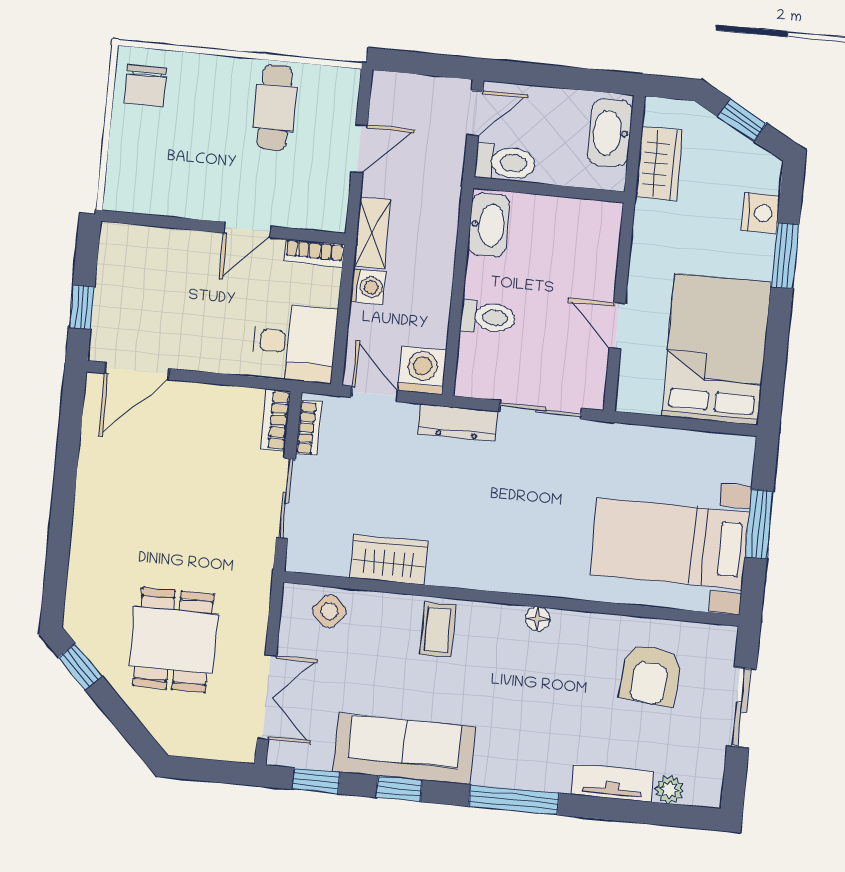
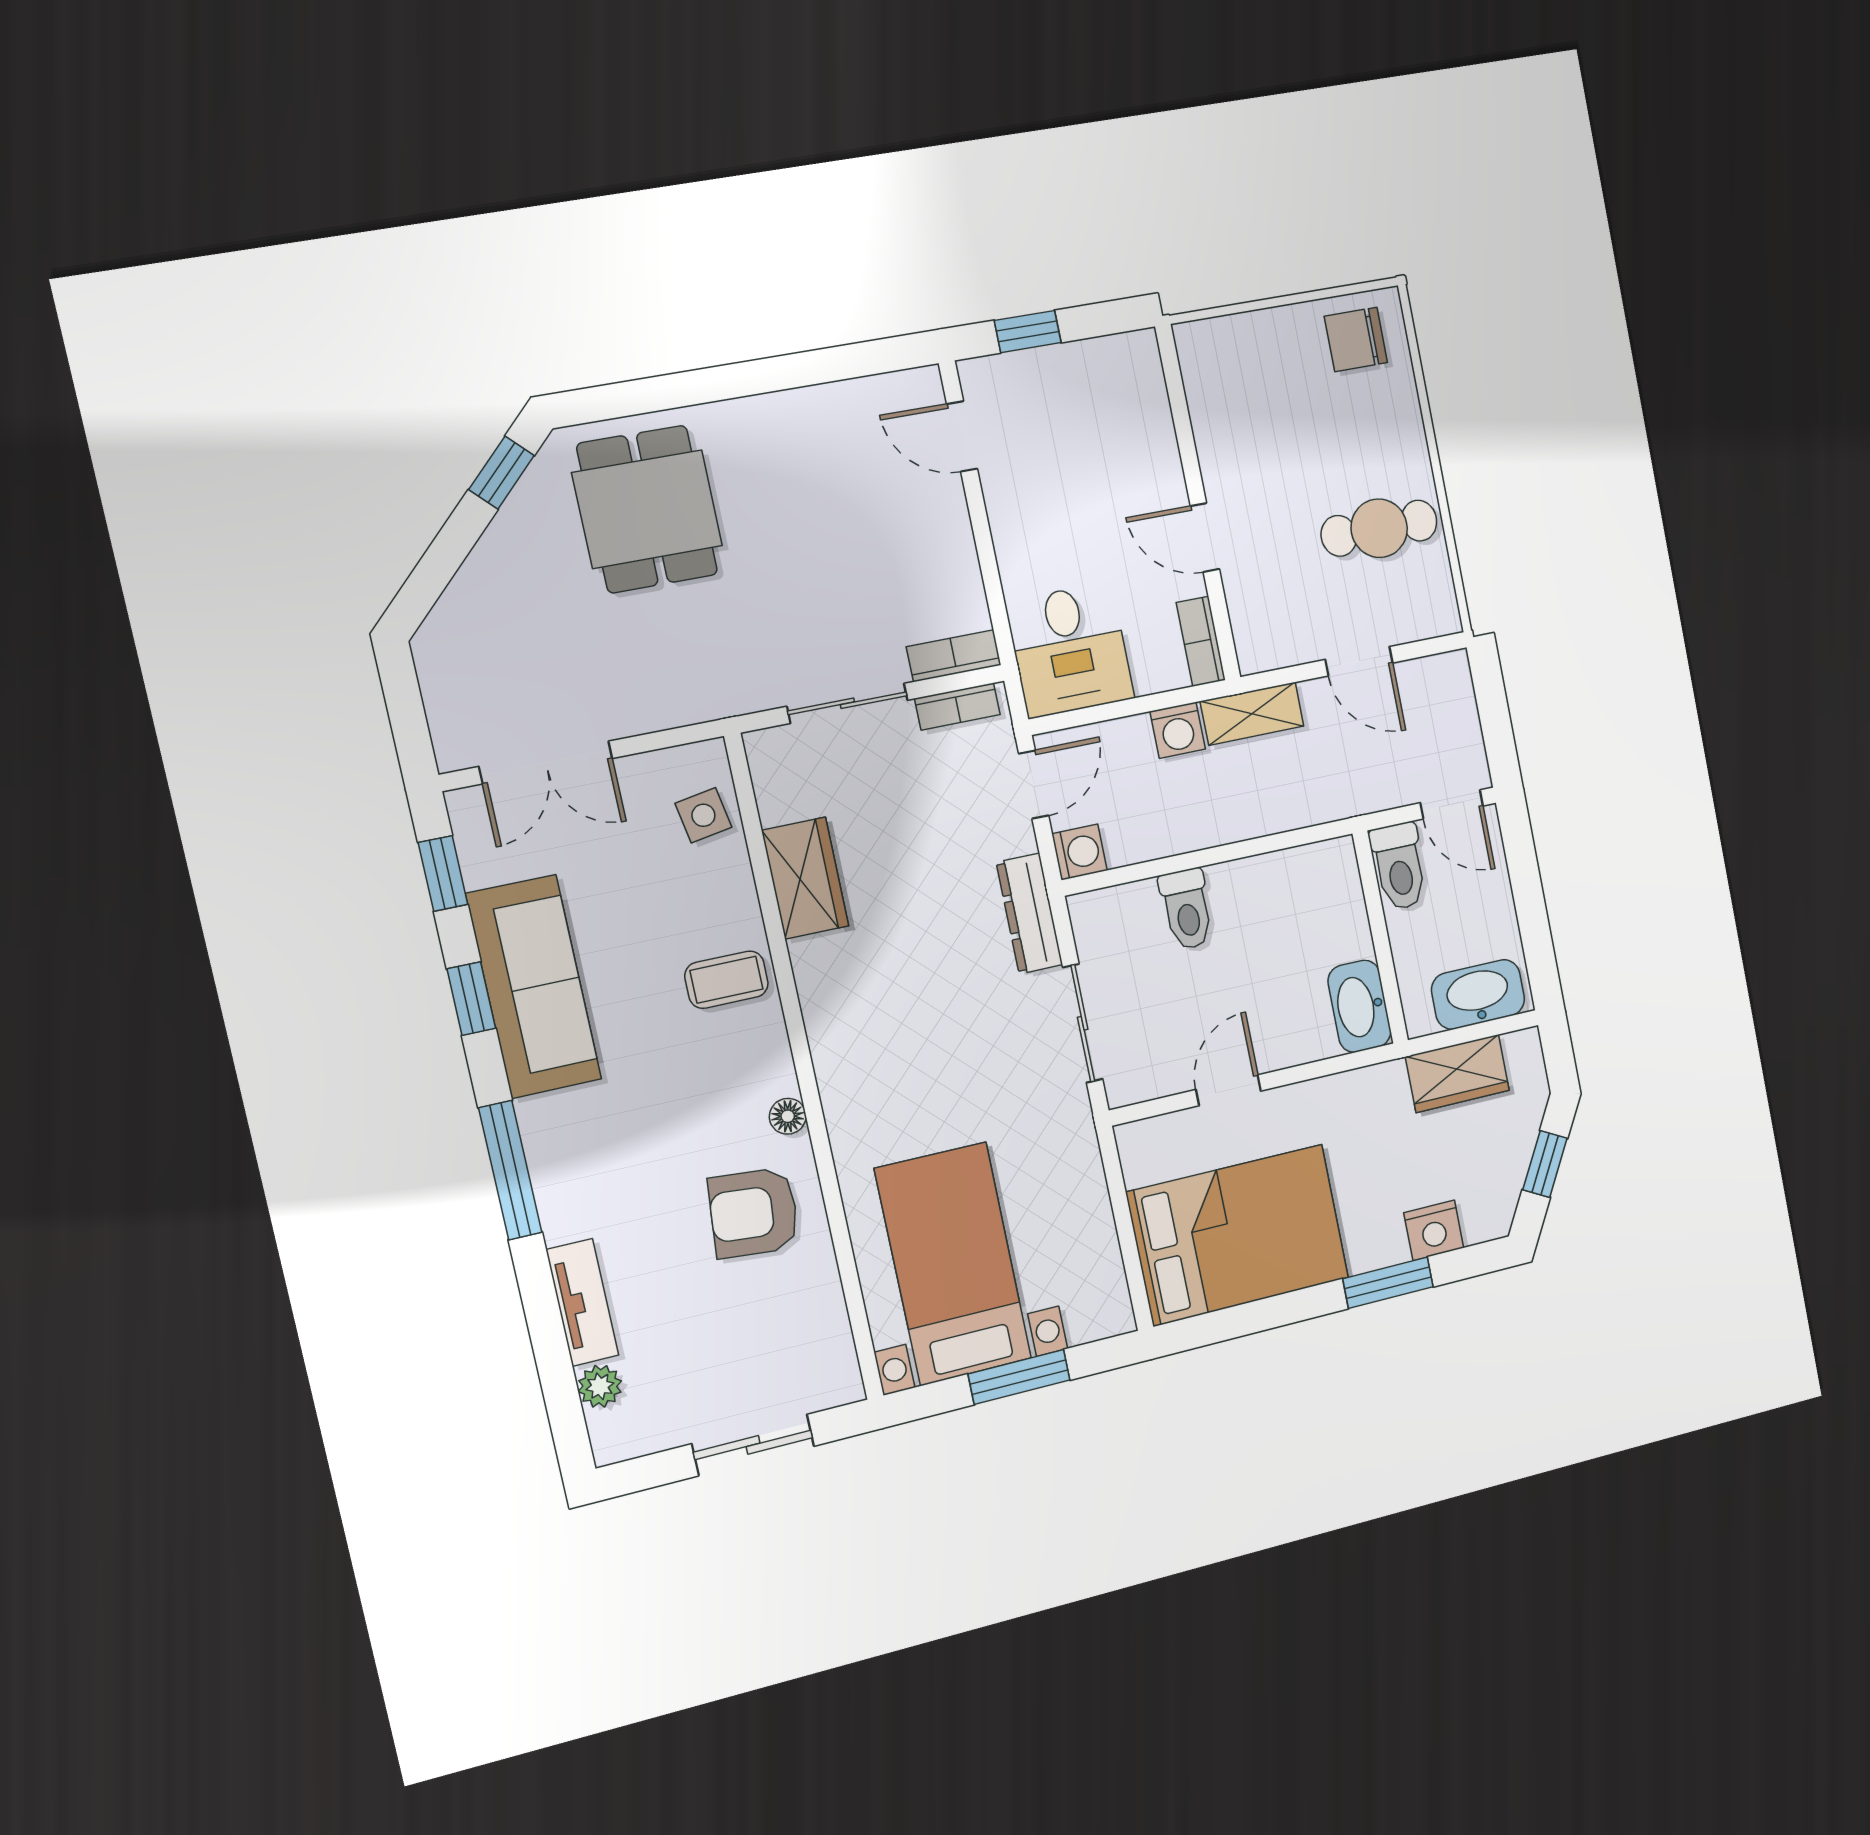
washbasin: (489, 225) -> (1359, 1006), moved, turned 90
washing machine: (422, 370) -> (1080, 852), width x0.73, depth x0.73
door: (137, 371) -> (962, 436), width x0.73
side table: (329, 611) -> (703, 815), turned 37
dining table: (174, 640) -> (647, 509), moved, turned 90
armchair: (650, 675) -> (754, 1213), moved

